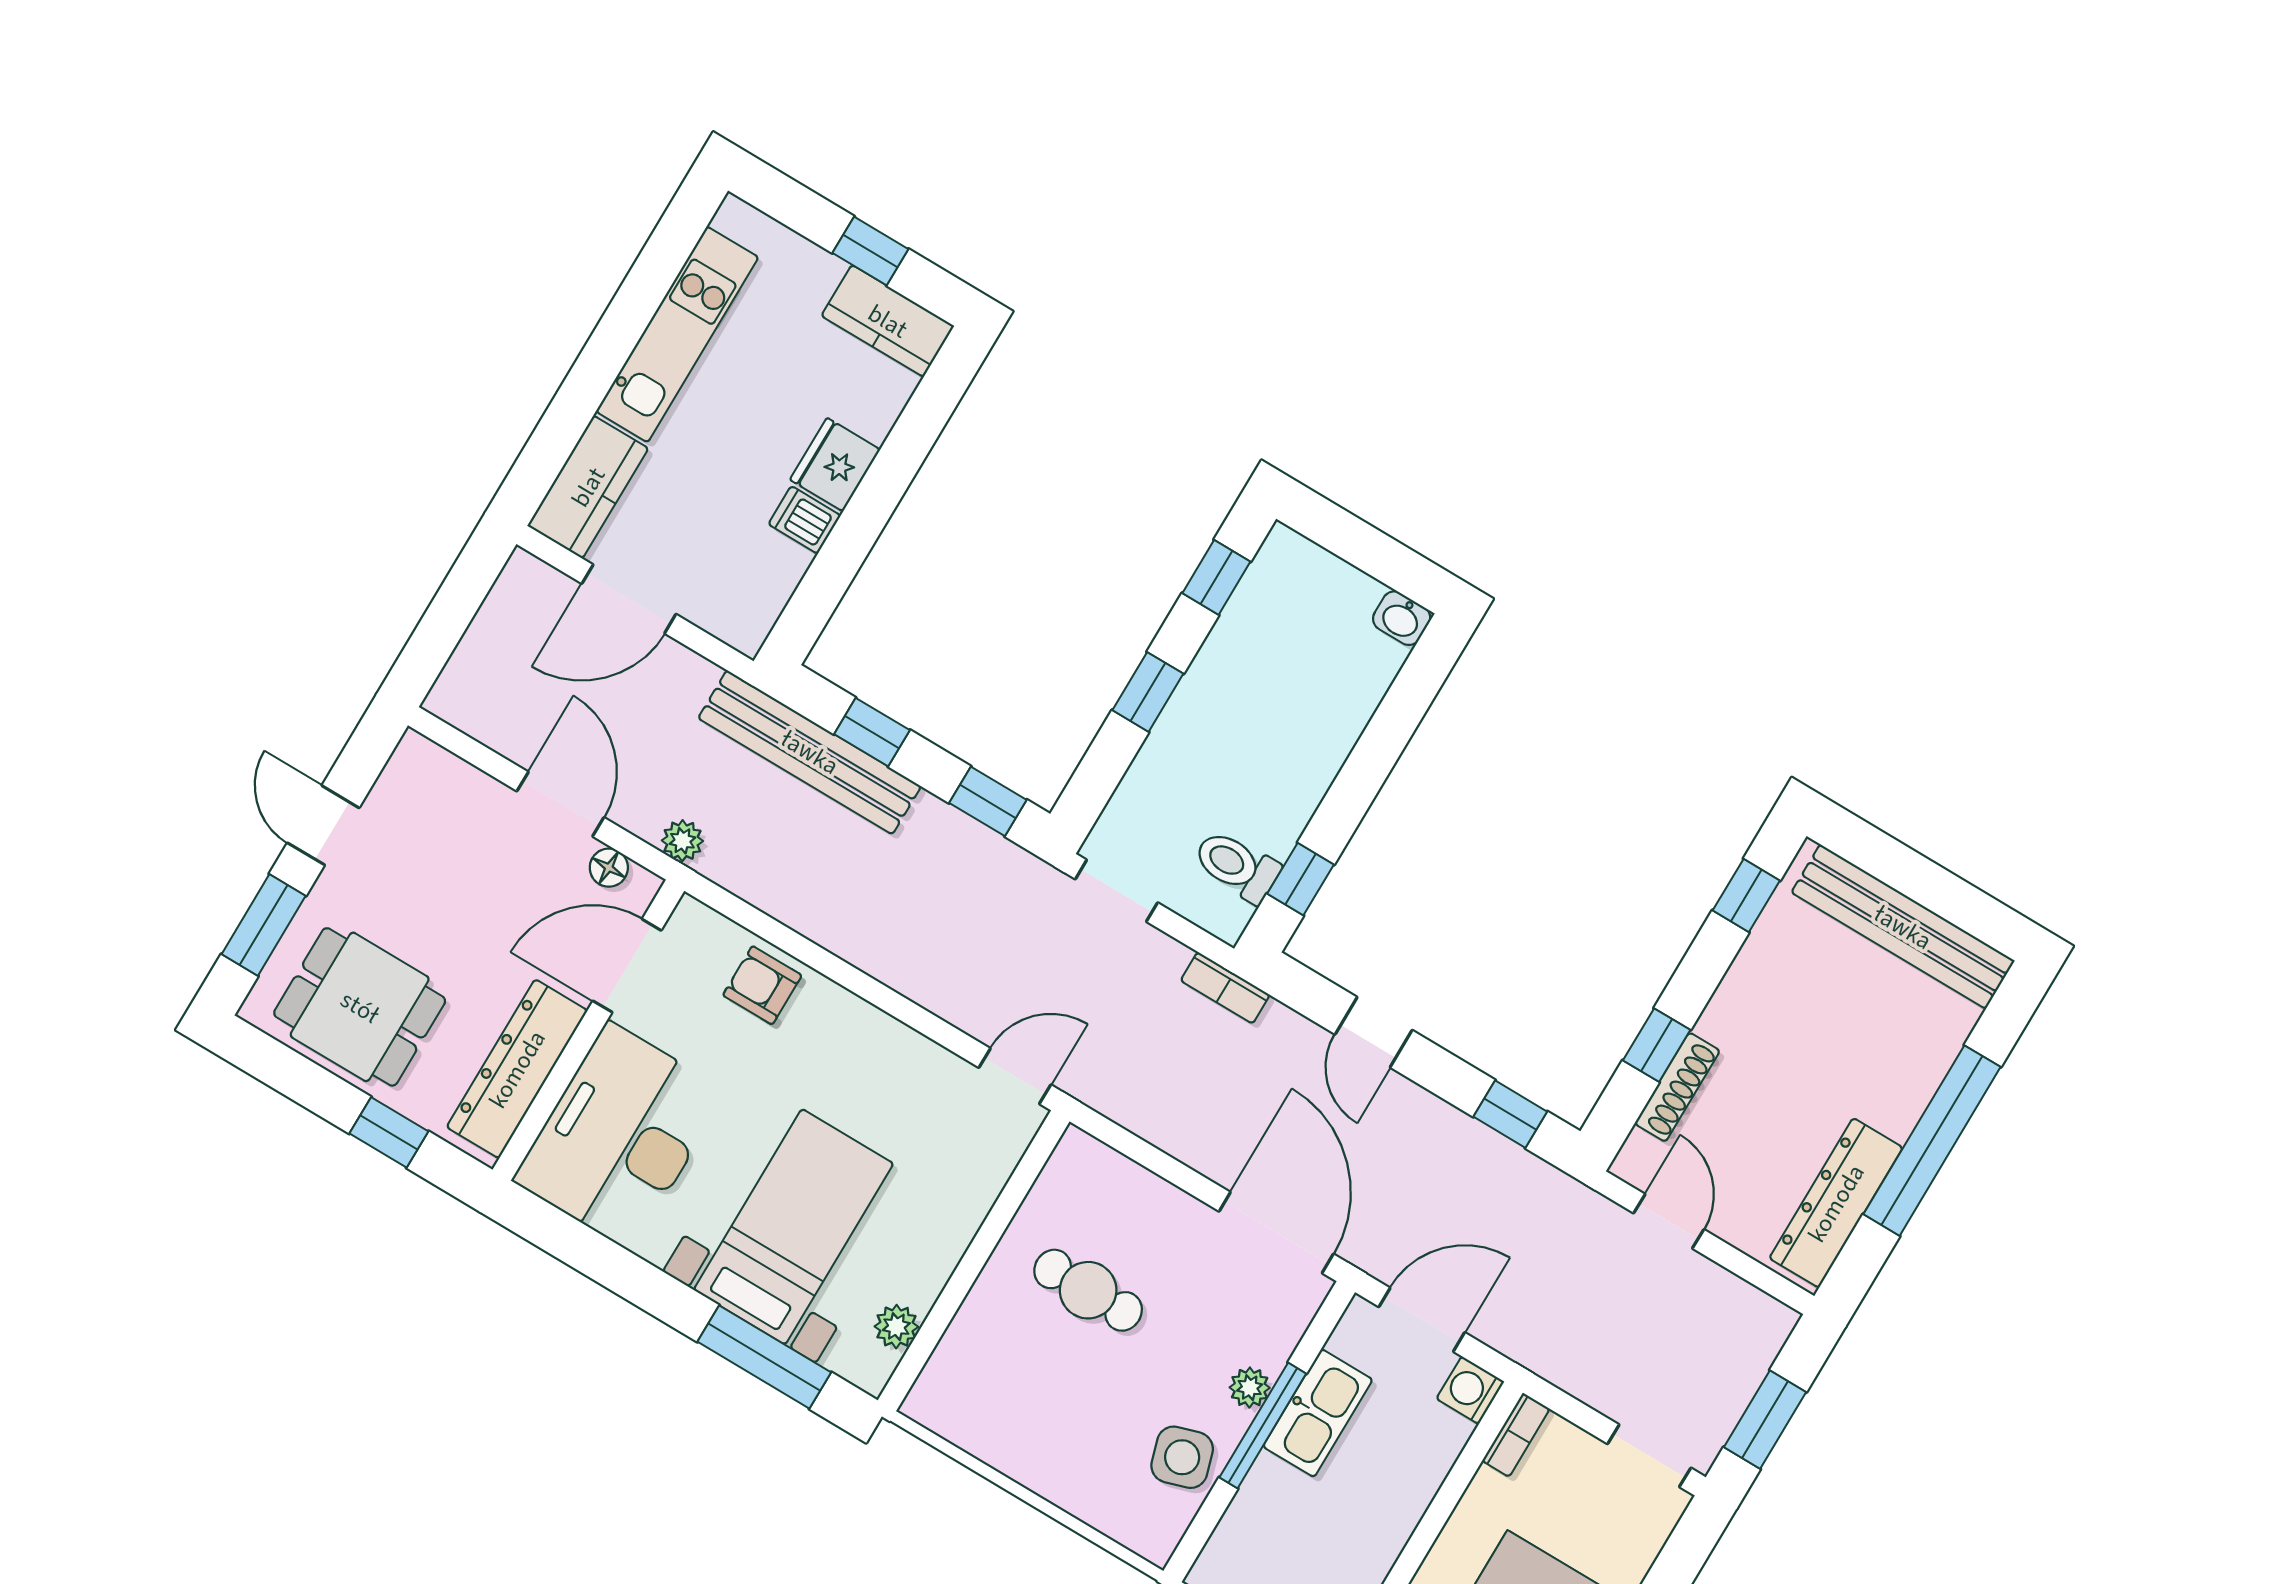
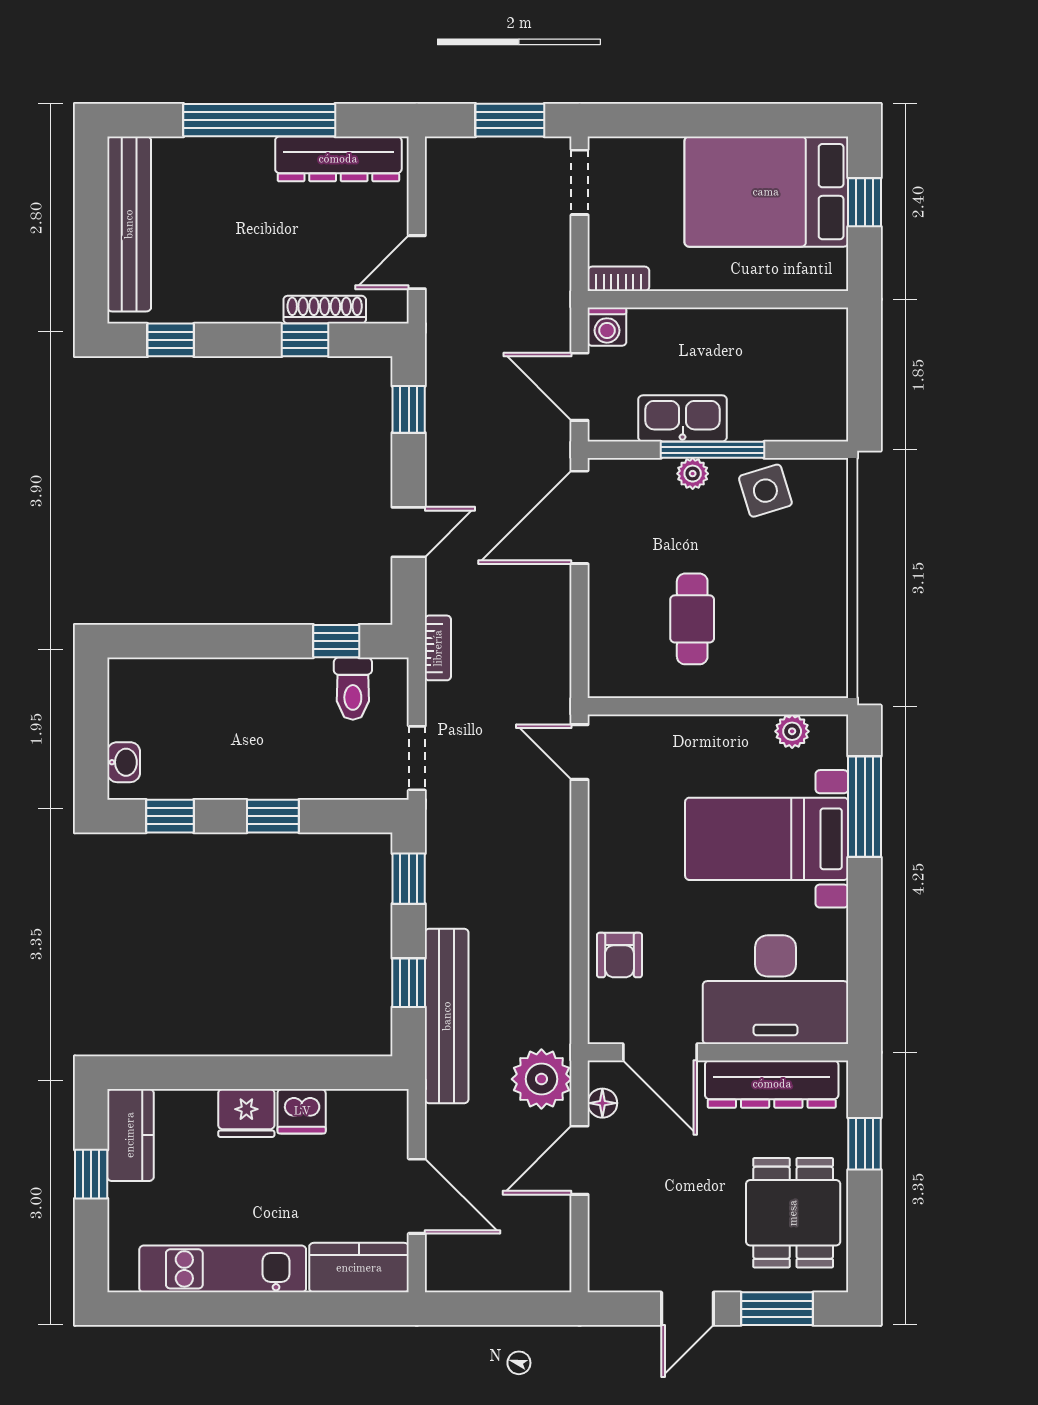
dishwasher: (805, 520) -> (302, 1111), width x1.38
washbasin: (1402, 618) -> (124, 762), moved
plant: (682, 841) -> (541, 1079), width x1.87, depth x1.87

